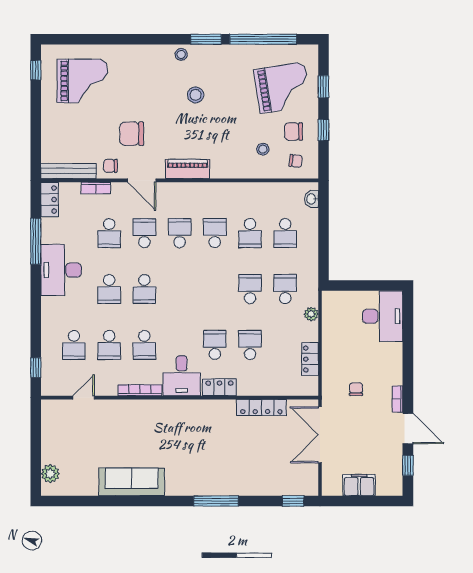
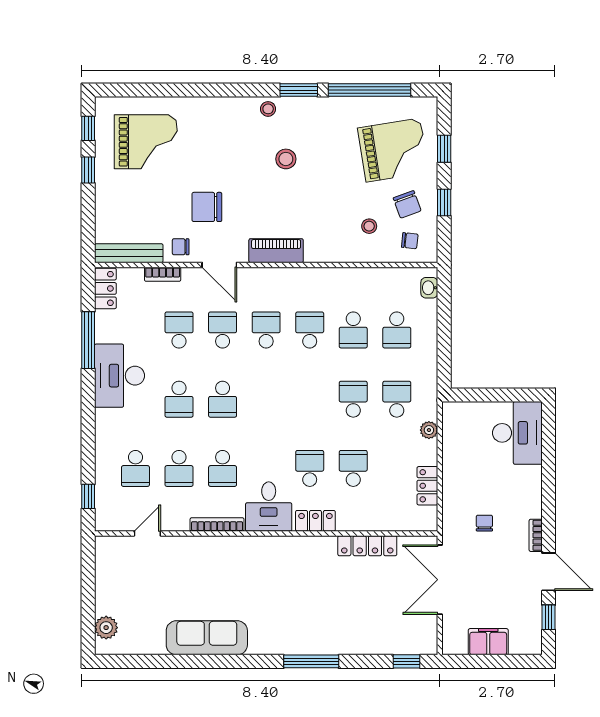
window: (36, 104) -> (88, 170), added
chair: (294, 132) -> (407, 204), turned -110
school desk: (109, 233) -> (179, 330), turned 180

